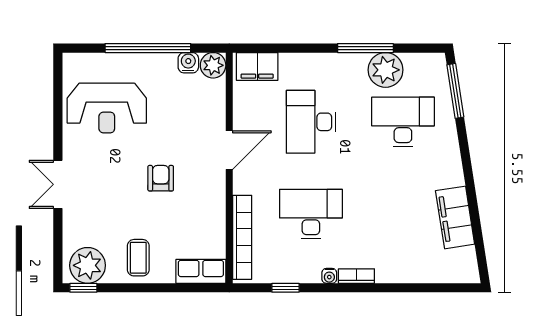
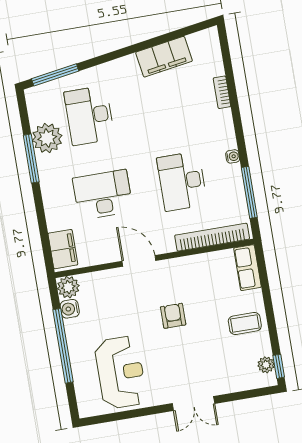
desk: (311, 122) -> (103, 195), turned 180
armchair: (161, 178) -> (173, 316), turned 90
plant: (88, 265) -> (266, 365), width x0.53, depth x0.53
bookcase: (356, 276) -> (222, 92), moved
window: (285, 288) -> (249, 192), width x2.17

